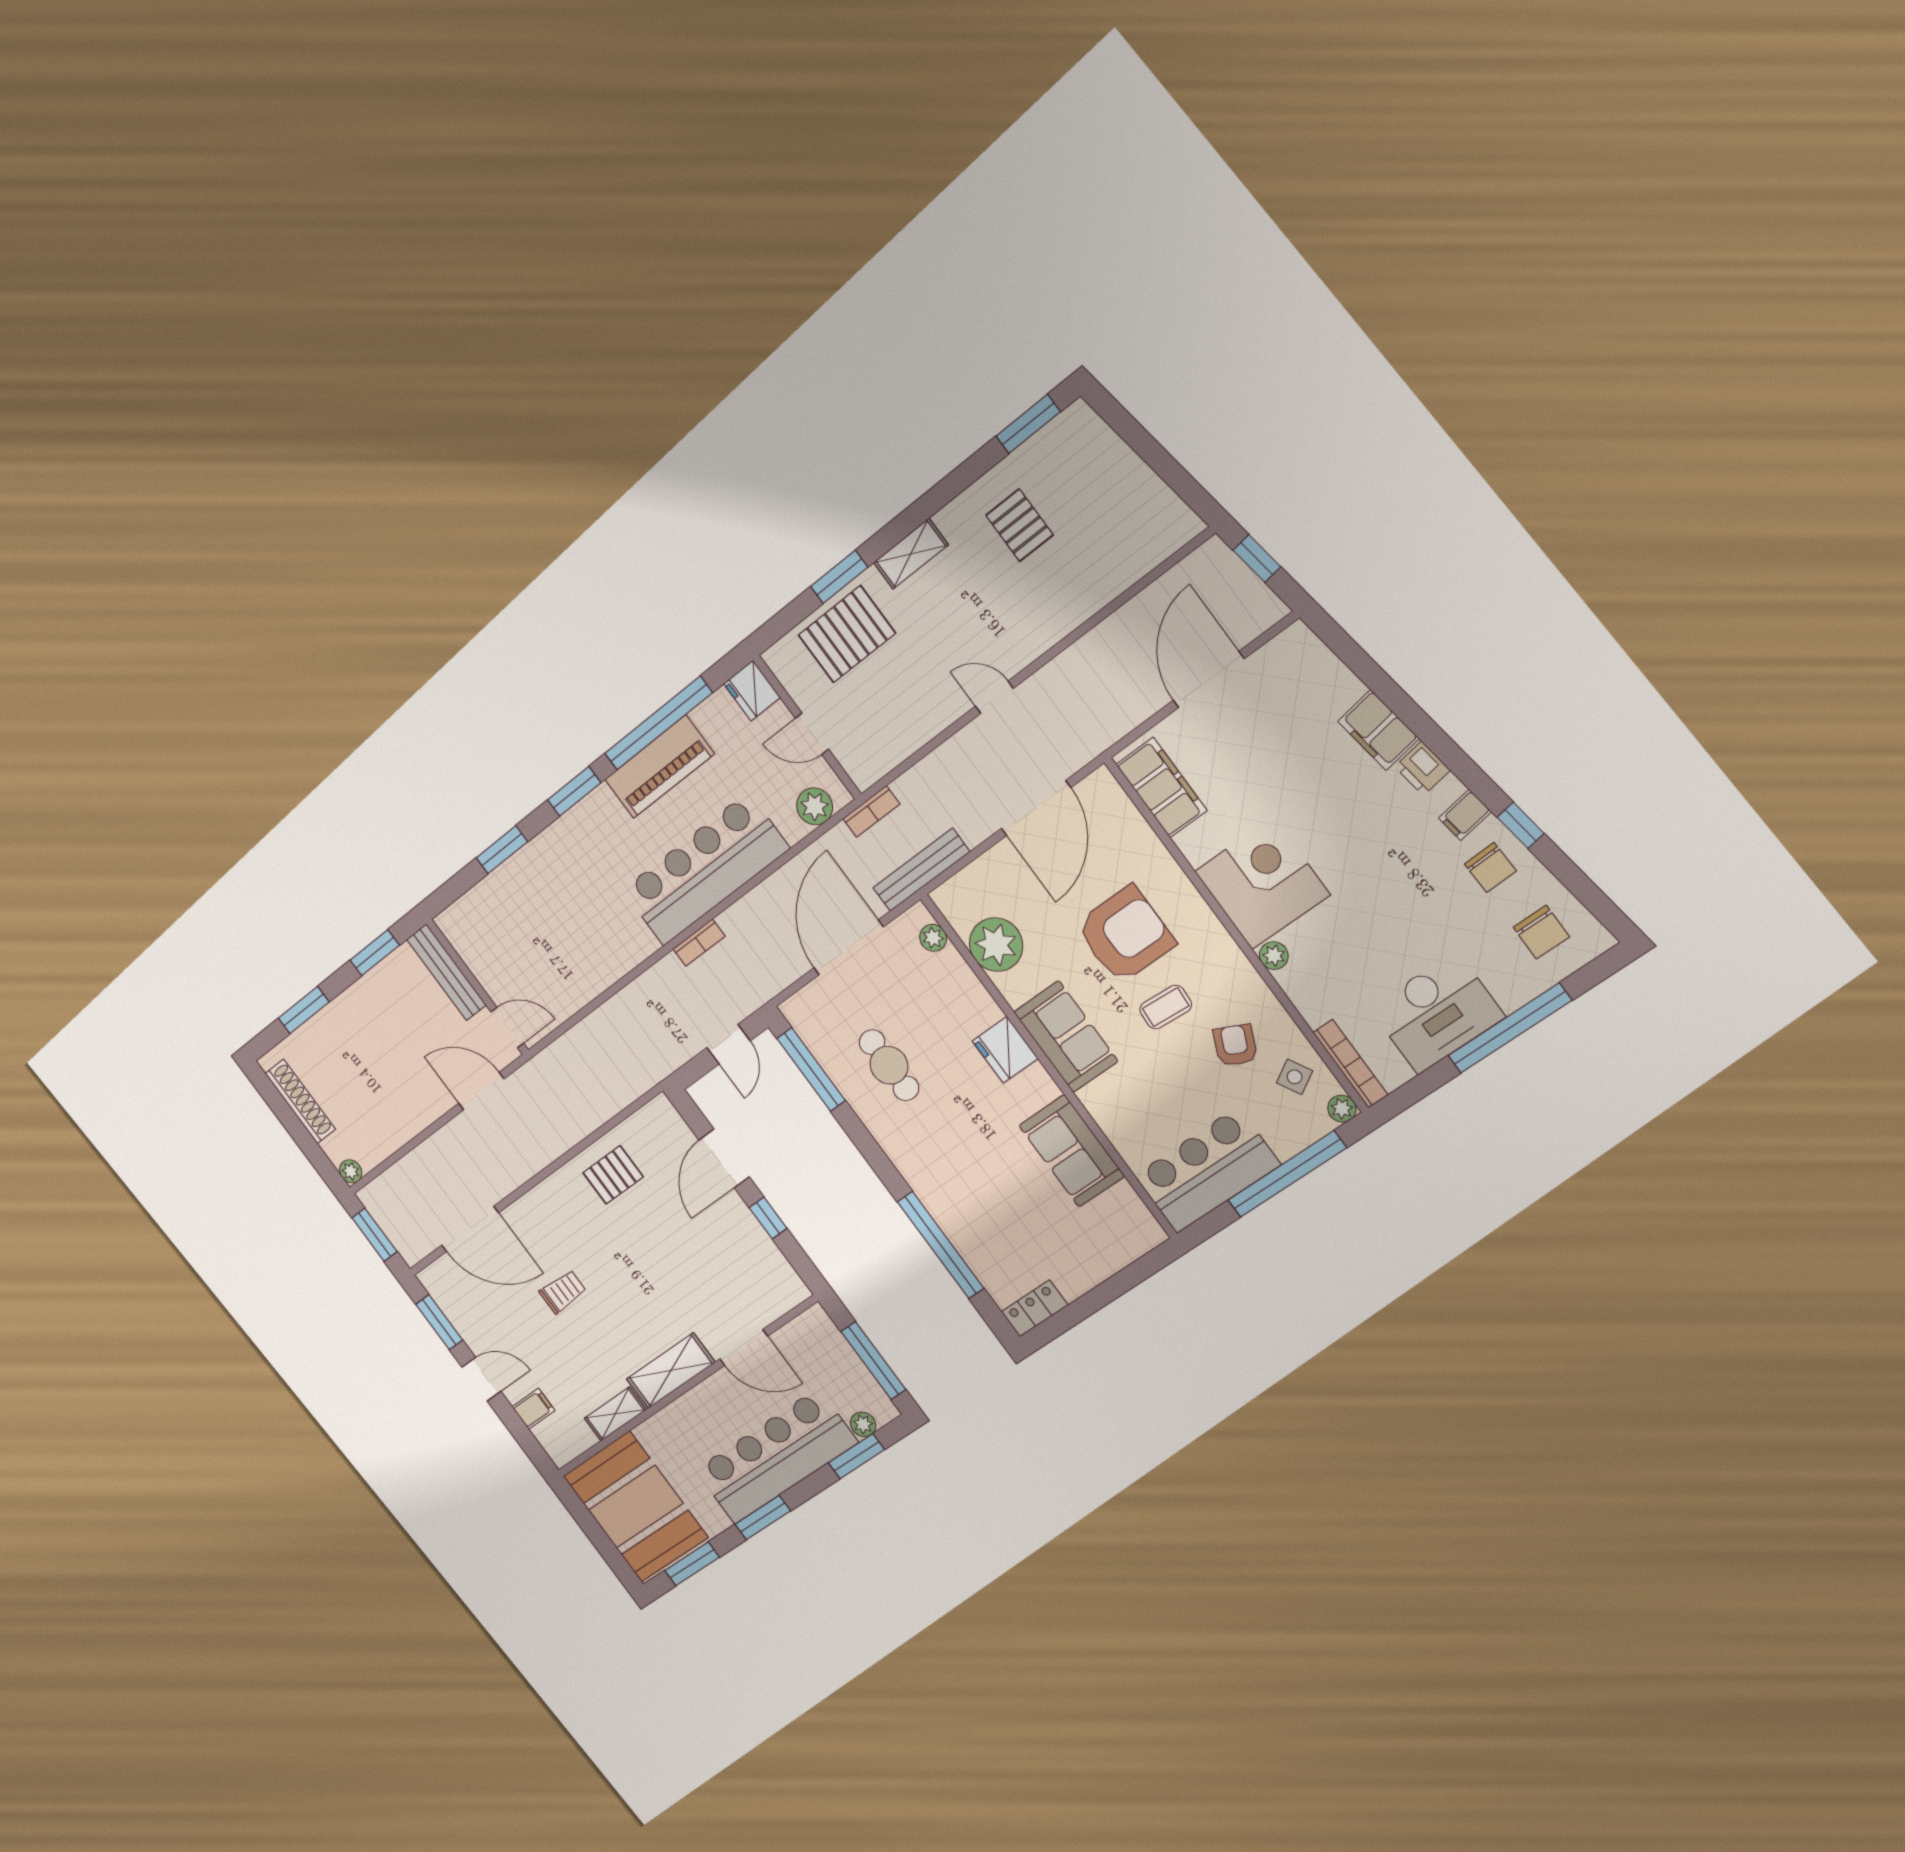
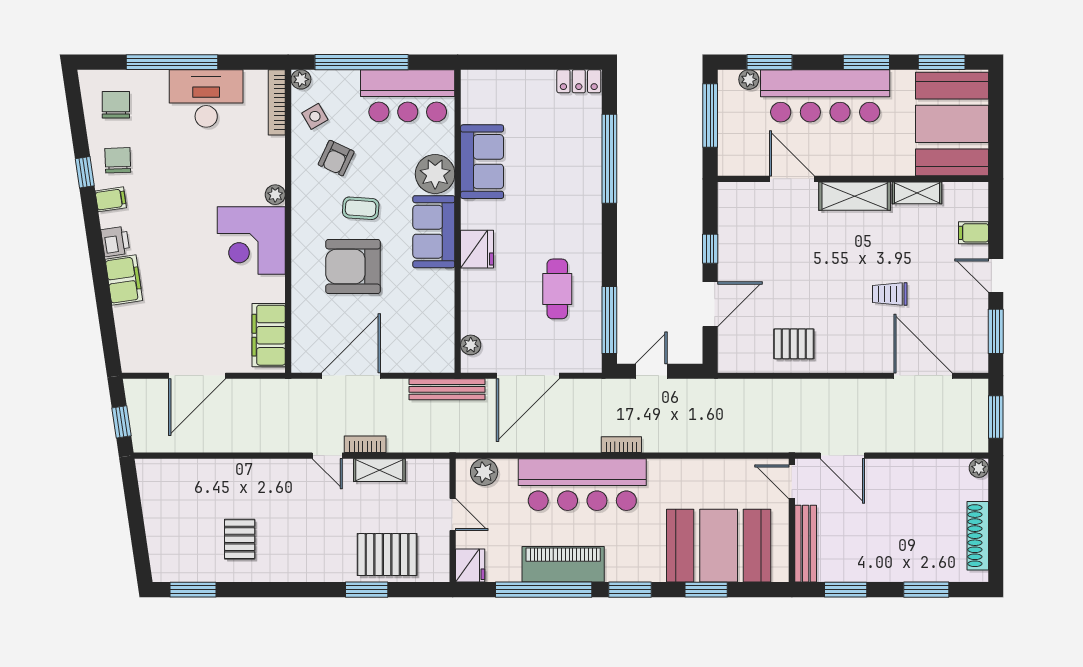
shelving: (911, 554) -> (379, 470), moved
bookcase: (871, 811) -> (365, 444), moved
booth: (525, 906) -> (719, 546), added
plant: (996, 945) -> (435, 174), moved

